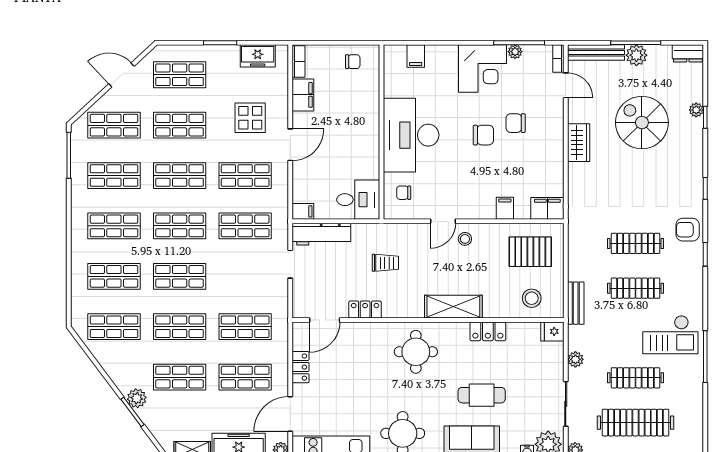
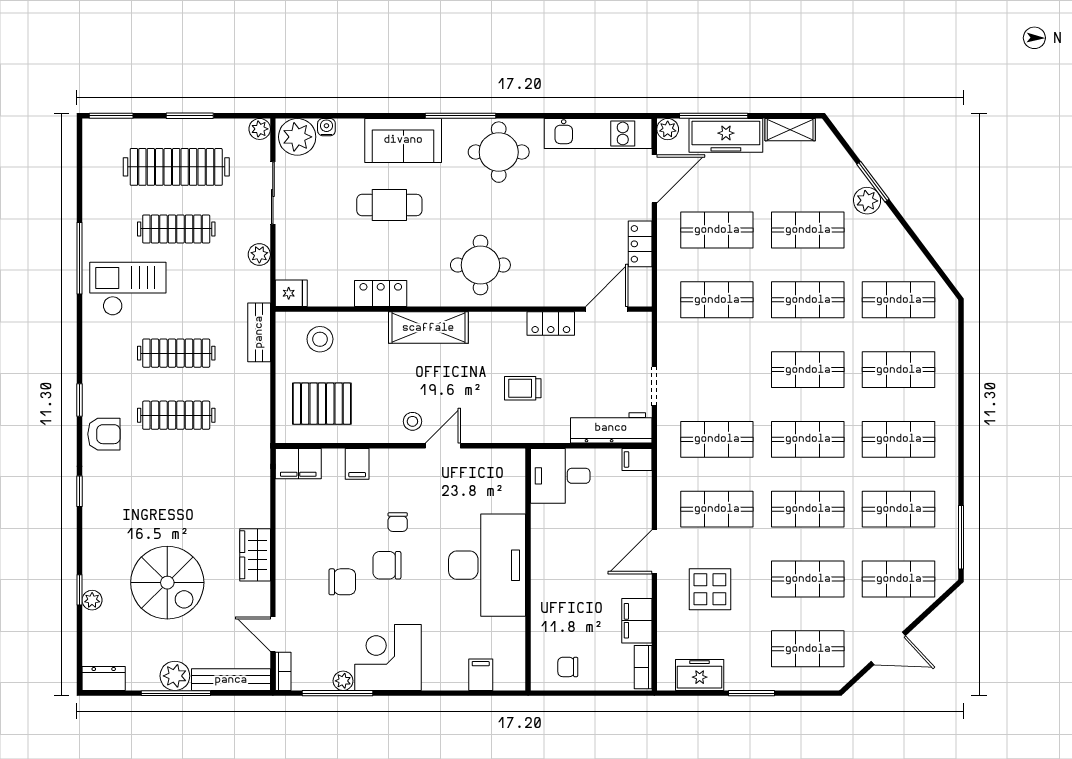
chair: (404, 193) -> (398, 522), moved, turned 90

